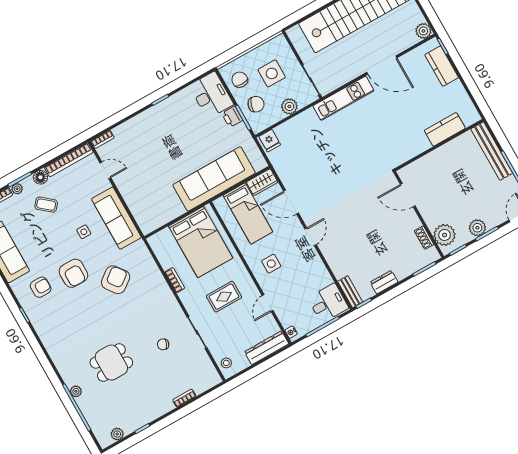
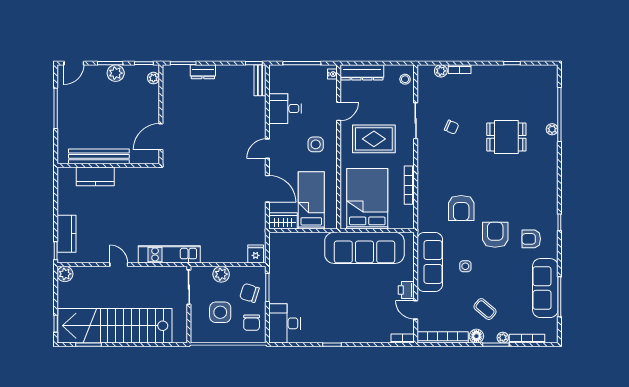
door: (382, 65) -> (119, 265), width x0.53
printer: (232, 117) -> (406, 290), moved, turned 180
bench: (492, 151) -> (99, 156), moved, turned 90
sofa: (214, 179) -> (364, 248), moved
door: (408, 195) -> (161, 137), swing flipped
plant: (444, 235) -> (153, 78), width x0.53, depth x0.53
shoe rack: (424, 238) -> (168, 91), removed
armchair: (116, 280) -> (461, 208), turned -53
bookcase: (175, 280) -> (409, 185), width x1.56
dresser: (384, 282) -> (203, 72), moved
rug: (224, 297) -> (374, 139), width x1.36, depth x1.43
desk: (328, 303) -> (285, 109), moved
plant: (117, 434) -> (441, 71), moved

